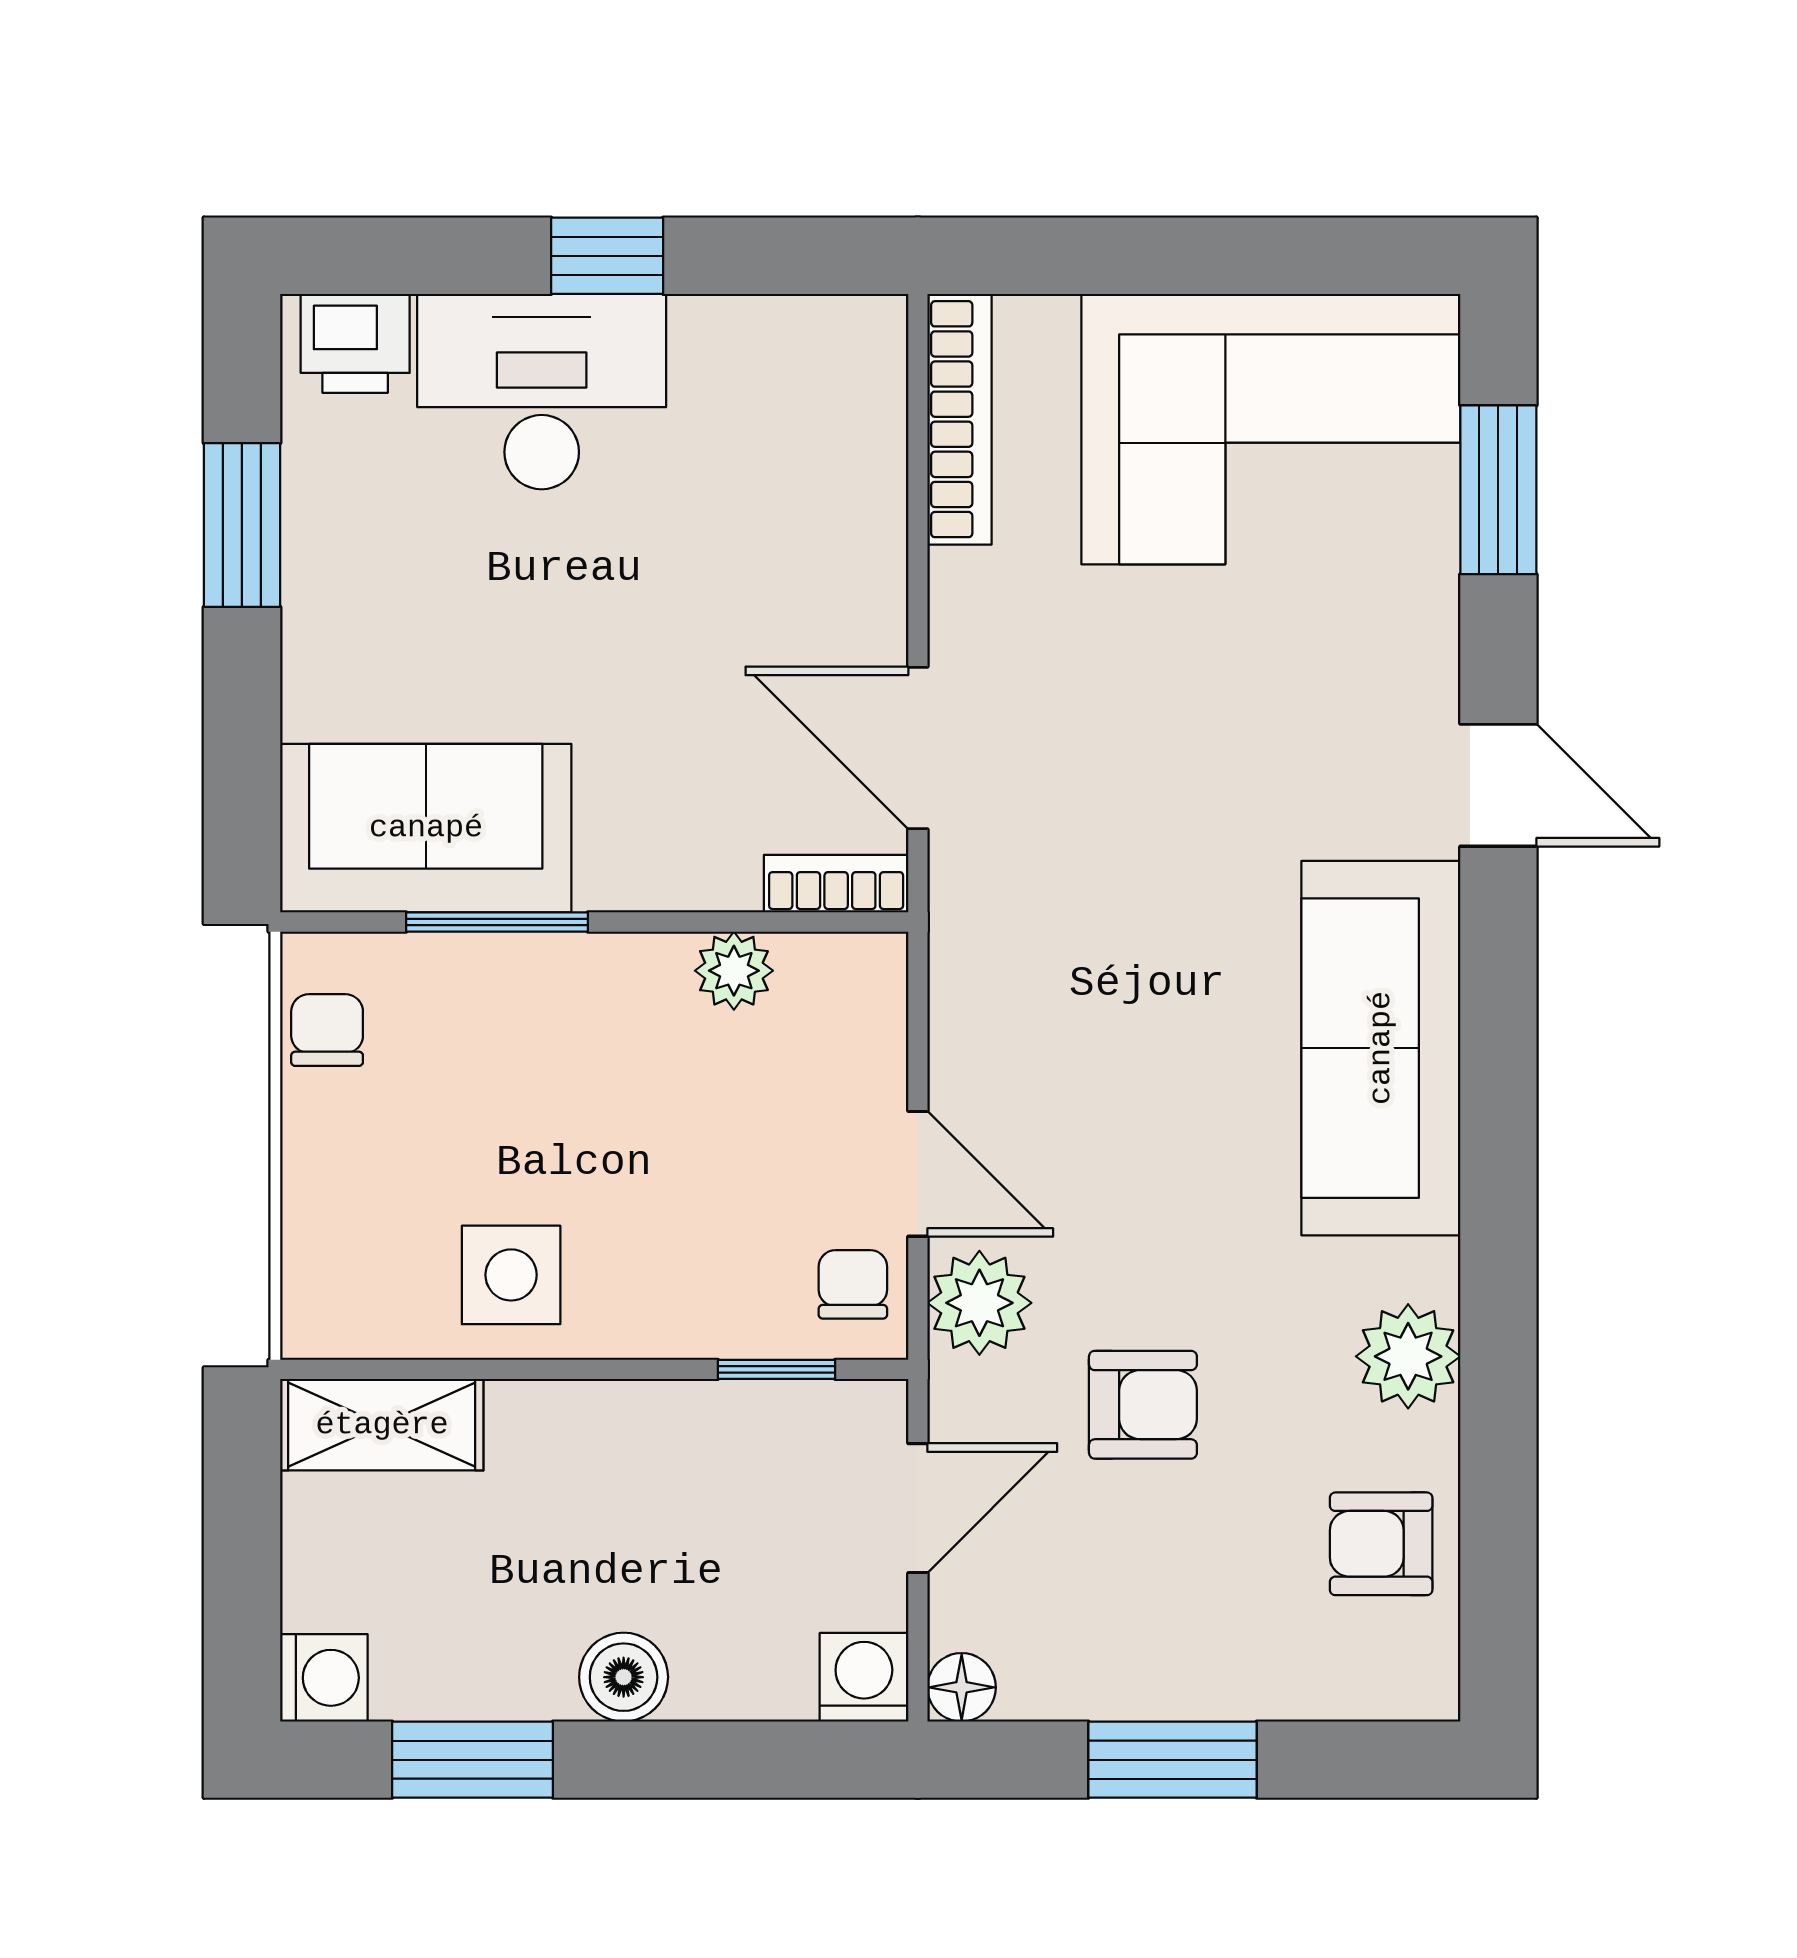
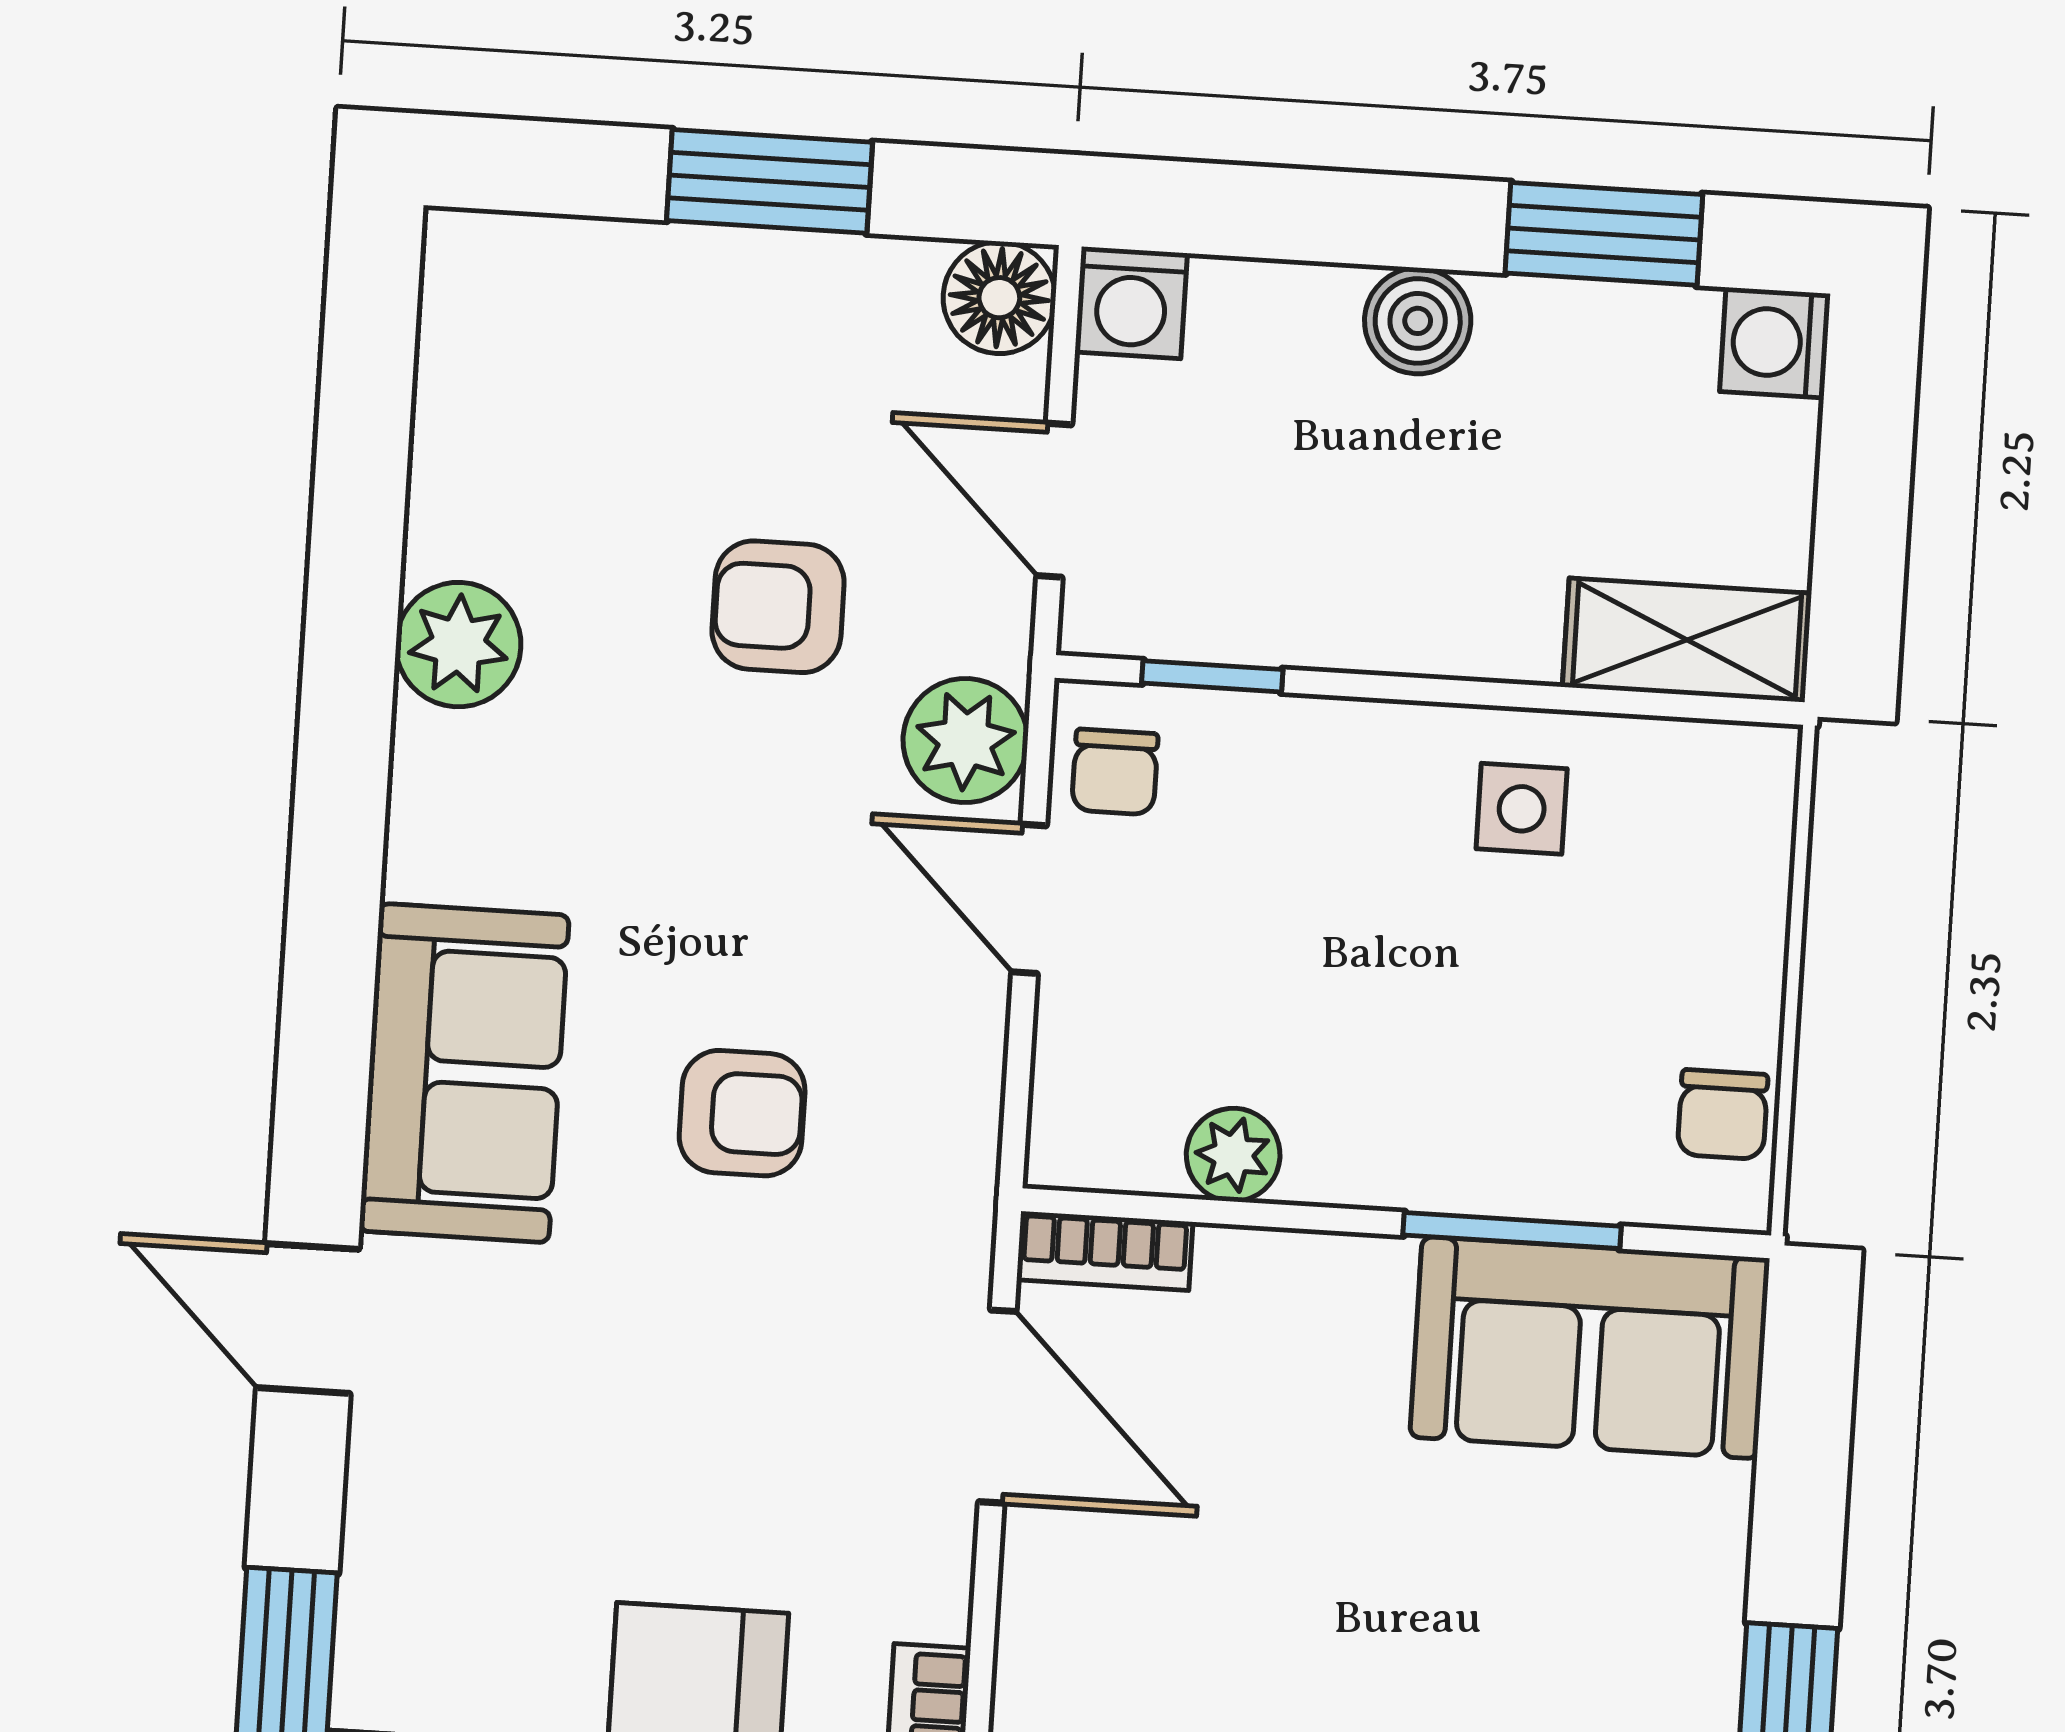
sofa: (1381, 1048) -> (464, 1073), width x0.73
side table: (511, 1275) -> (1522, 809), width x0.73, depth x0.73
door: (918, 1508) -> (1054, 500), hinge flipped
armchair: (1381, 1544) -> (742, 1113), moved
floor lamp: (962, 1687) -> (999, 298), width x1.37, depth x1.37

